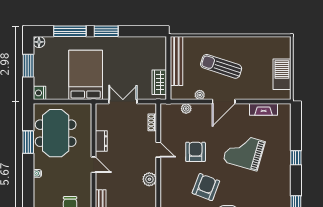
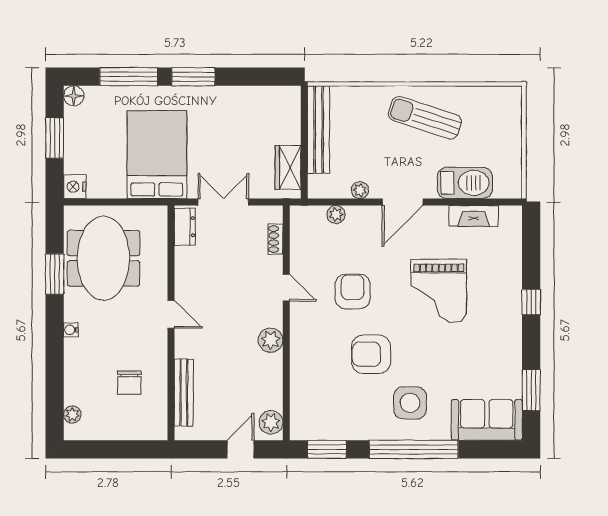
sun lounger: (221, 66) -> (425, 118), moved
barbecue: (282, 74) -> (465, 183), moved, turned 90
dresser: (101, 141) -> (185, 227), moved
grand piano: (244, 151) -> (439, 291), turned -106
armchair: (206, 187) -> (371, 354), turned -111

